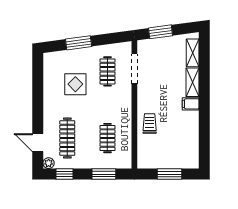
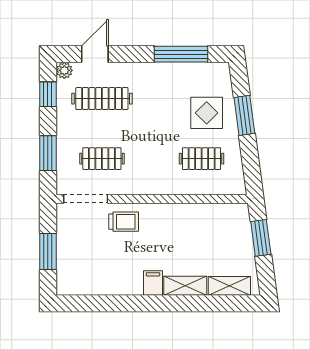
doorway: (134, 69) -> (86, 199), moved
display table: (75, 84) -> (207, 113), moved
window: (38, 85) -> (181, 54), added

